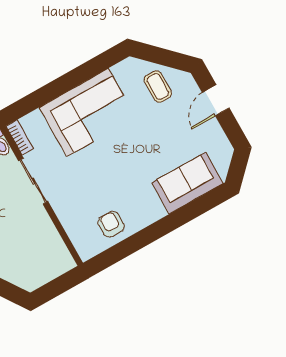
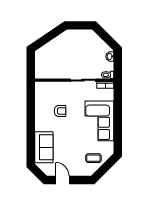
door: (216, 100) -> (62, 180), moved
armchair: (111, 224) -> (60, 111), moved

